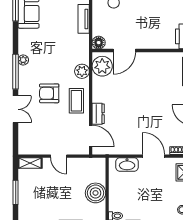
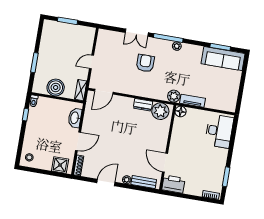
tv unit: (84, 19) -> (193, 101), moved
door: (124, 50) -> (165, 163), moved
plant: (82, 71) -> (174, 96), moved
coffee table: (76, 101) -> (135, 85), removed
dresser: (98, 114) -> (143, 105), moved
shelving: (30, 163) -> (81, 90), moved

